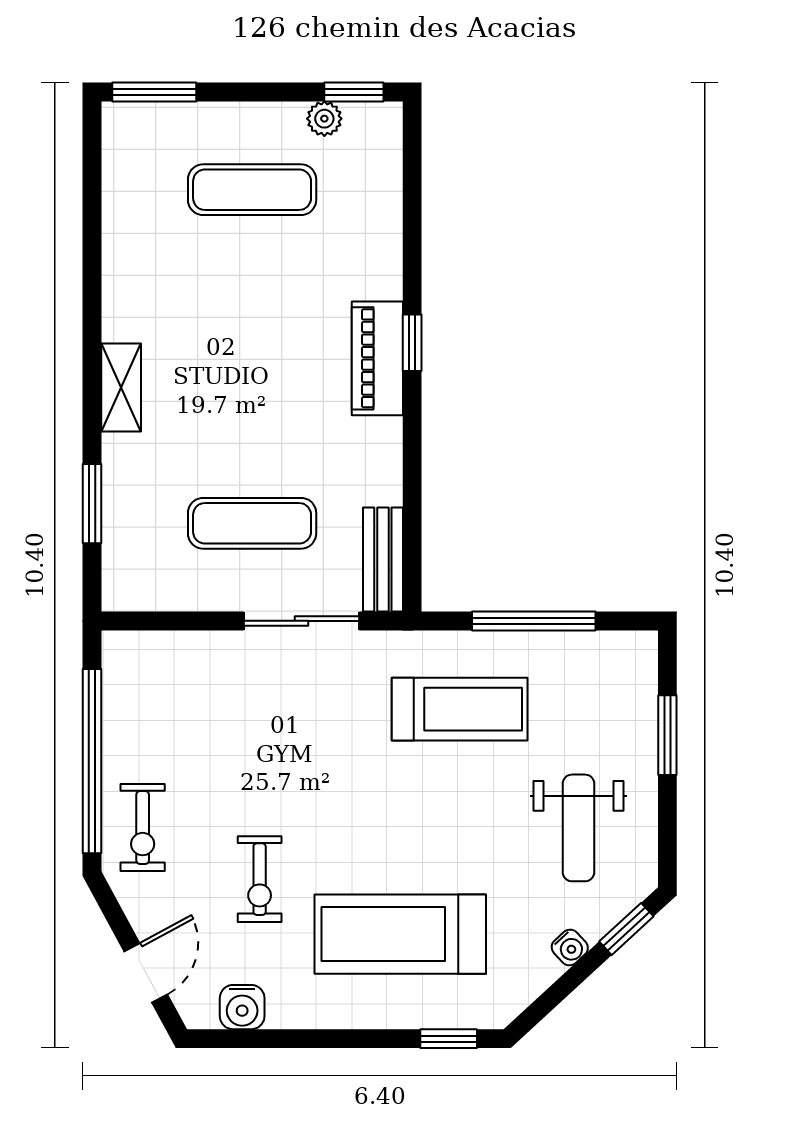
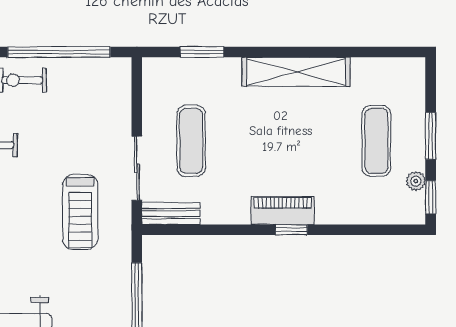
window: (154, 92) -> (431, 136), moved
shelving: (121, 387) -> (296, 72), width x2.20, depth x1.33
treadmill: (460, 709) -> (80, 212), moved

